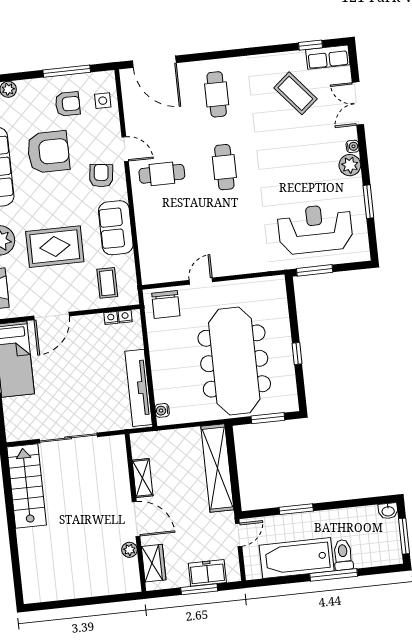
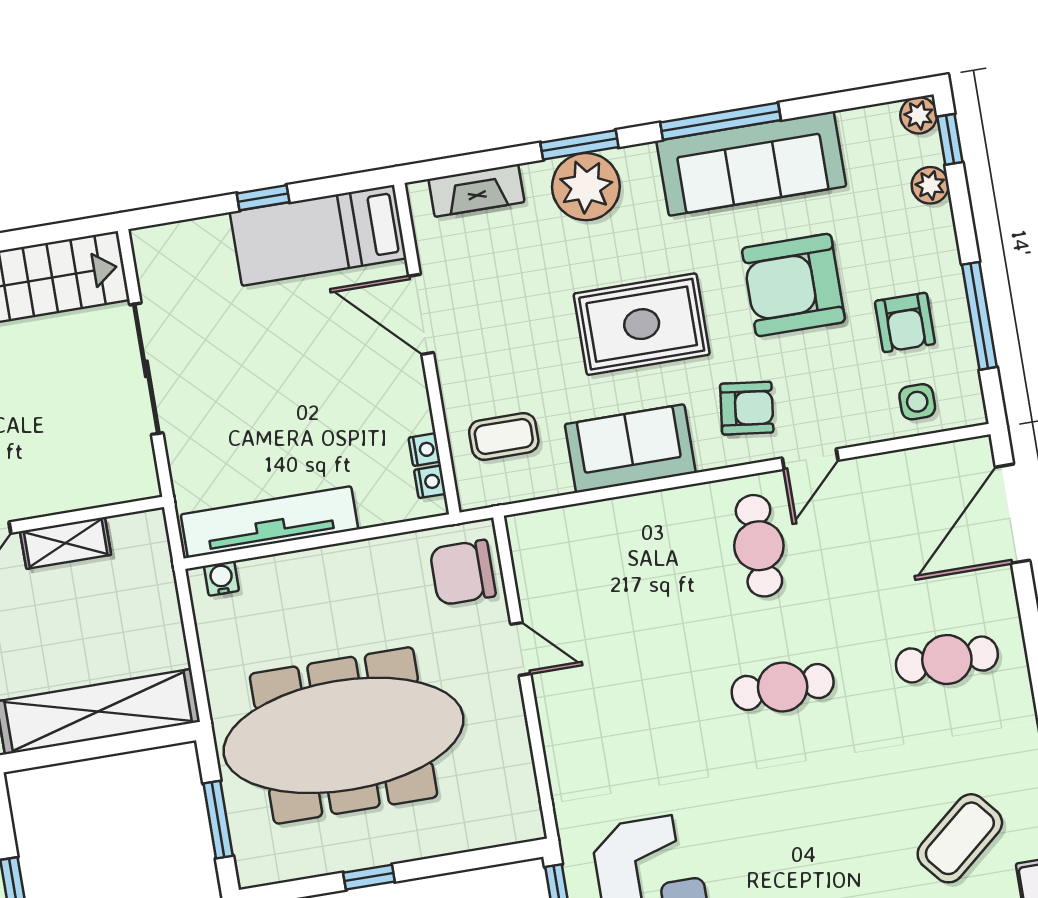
armchair: (48, 152) -> (793, 285), turned 90
rug: (55, 247) -> (642, 324), moved, turned 90

